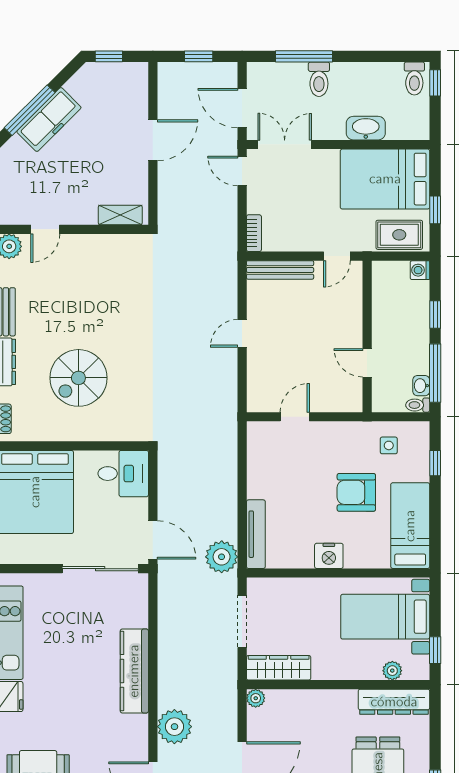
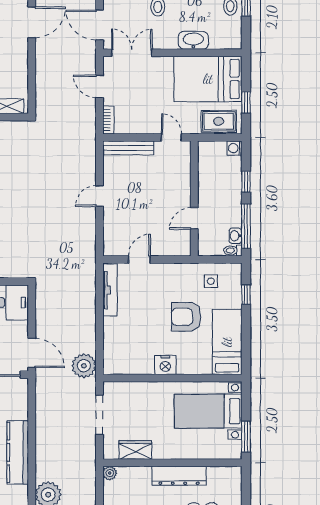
door: (153, 140) -> (32, 22), moved
door: (242, 171) -> (99, 86), moved
door: (337, 256) -> (171, 137), swing flipped
door: (367, 363) -> (194, 218), hinge flipped
tv unit: (256, 534) -> (110, 290), moved
window: (435, 650) -> (246, 437), width x1.50
wardrobe: (279, 668) -> (135, 450), width x0.67
plant: (392, 671) -> (213, 452), removed
dresser: (394, 702) -> (179, 476), moved

